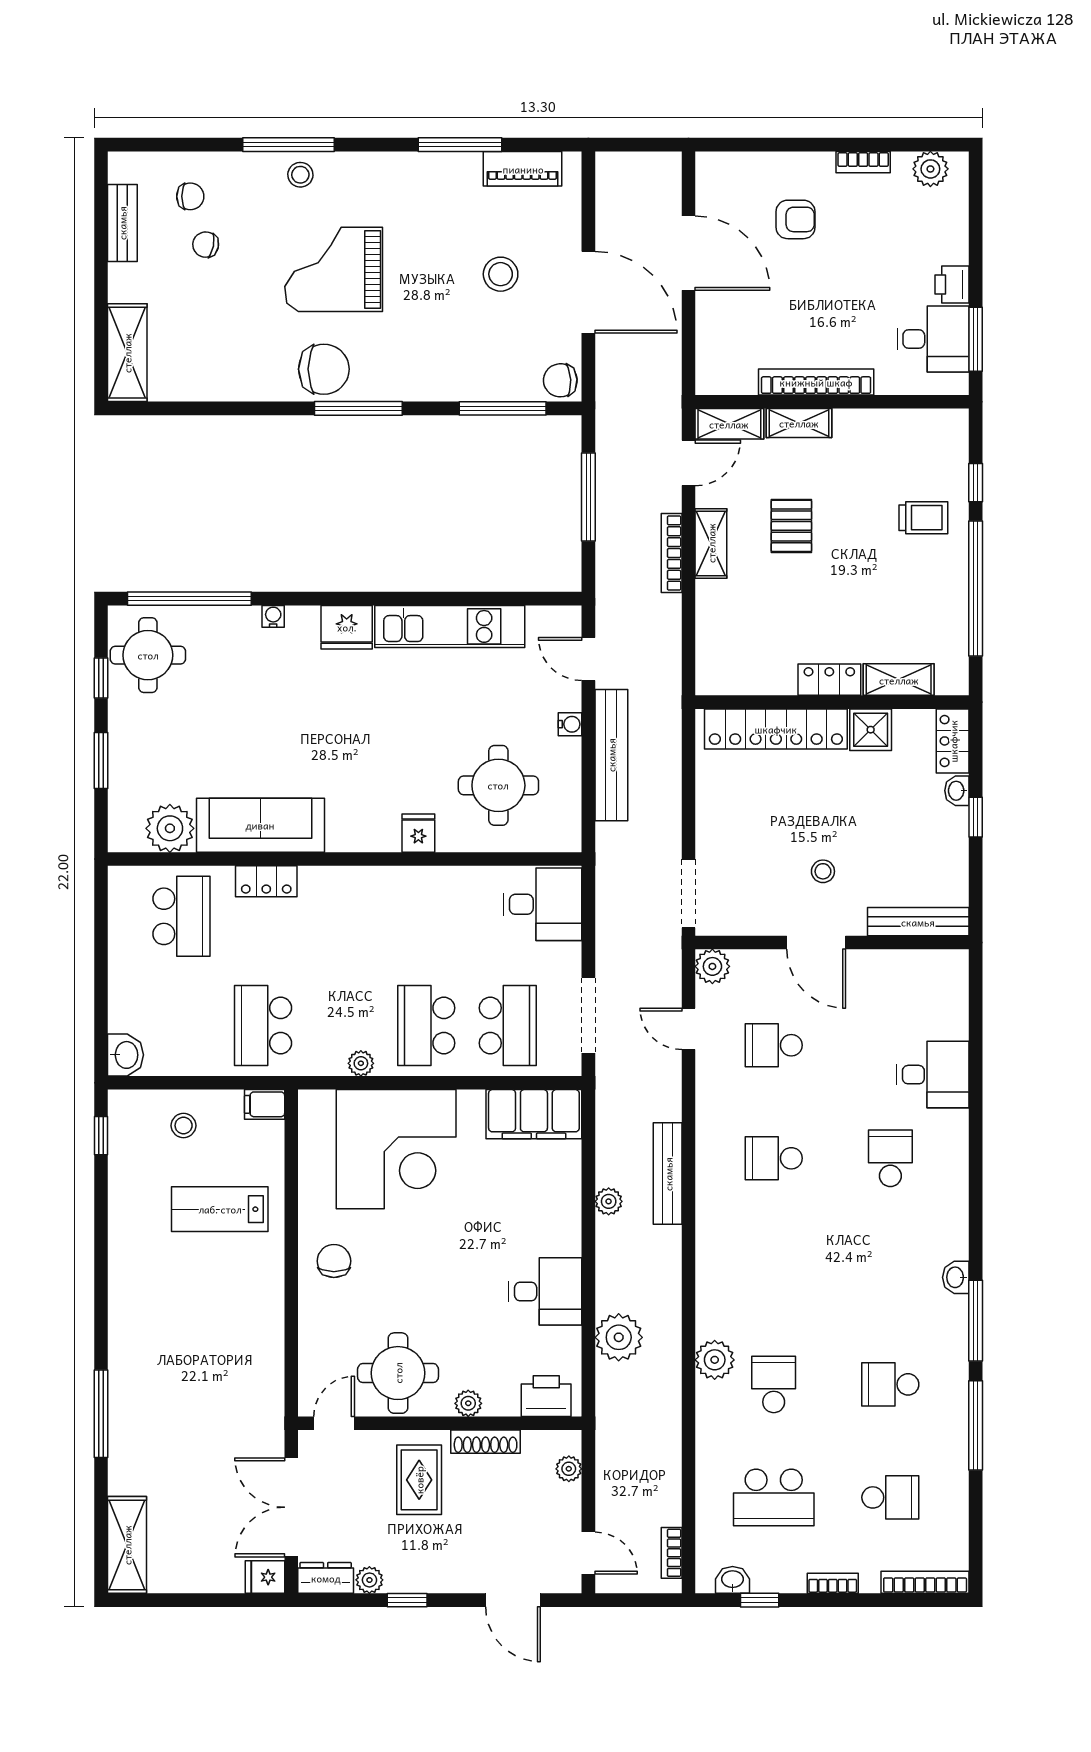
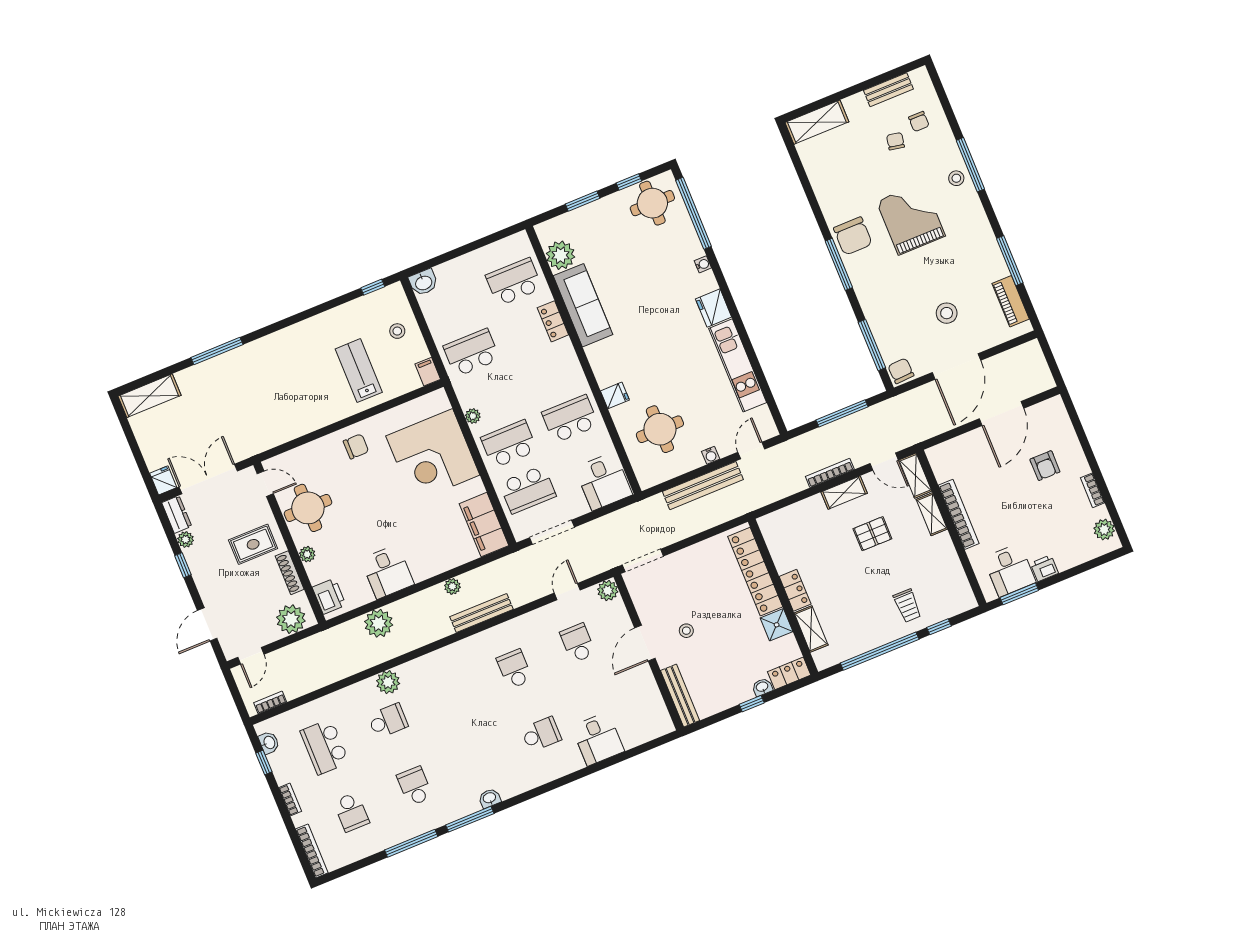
school desk: (181, 916) -> (514, 282), turned 180
school desk: (426, 916) -> (570, 419), added
plant: (569, 1469) -> (291, 619), width x1.88, depth x1.88

